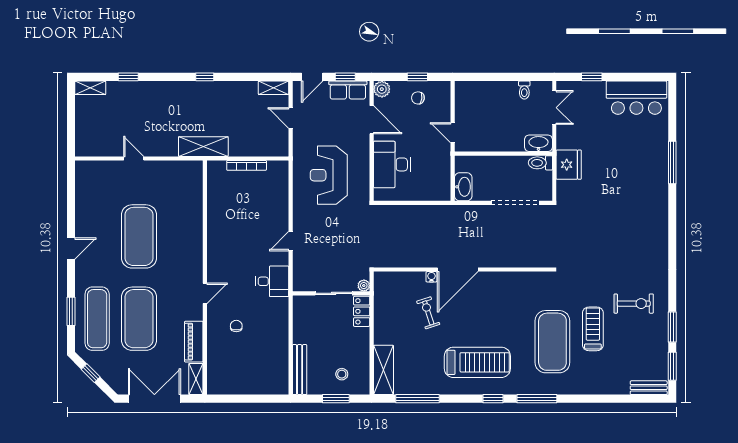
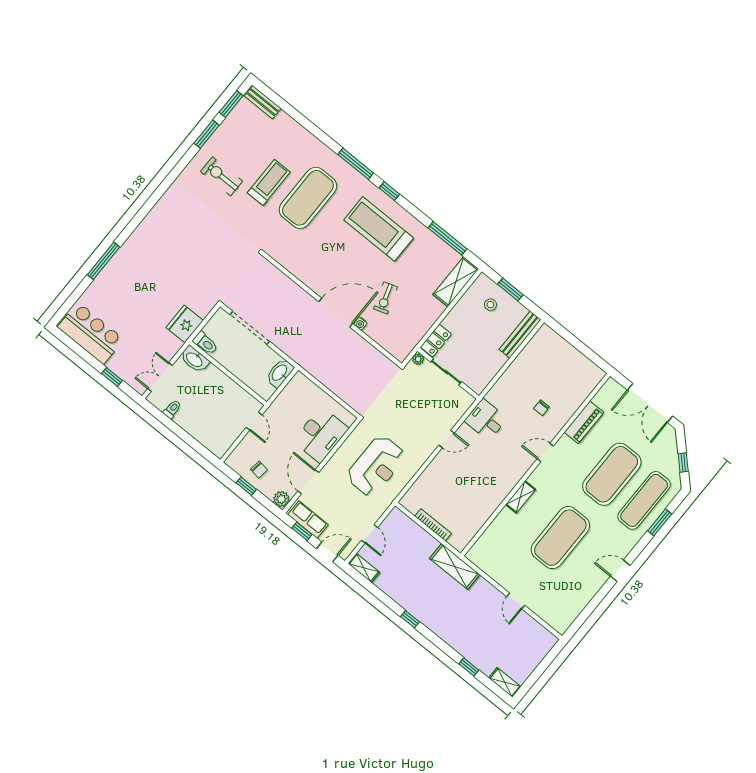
treadmill: (593, 329) -> (269, 182), turned 180
shelving: (196, 379) -> (521, 497), moved

